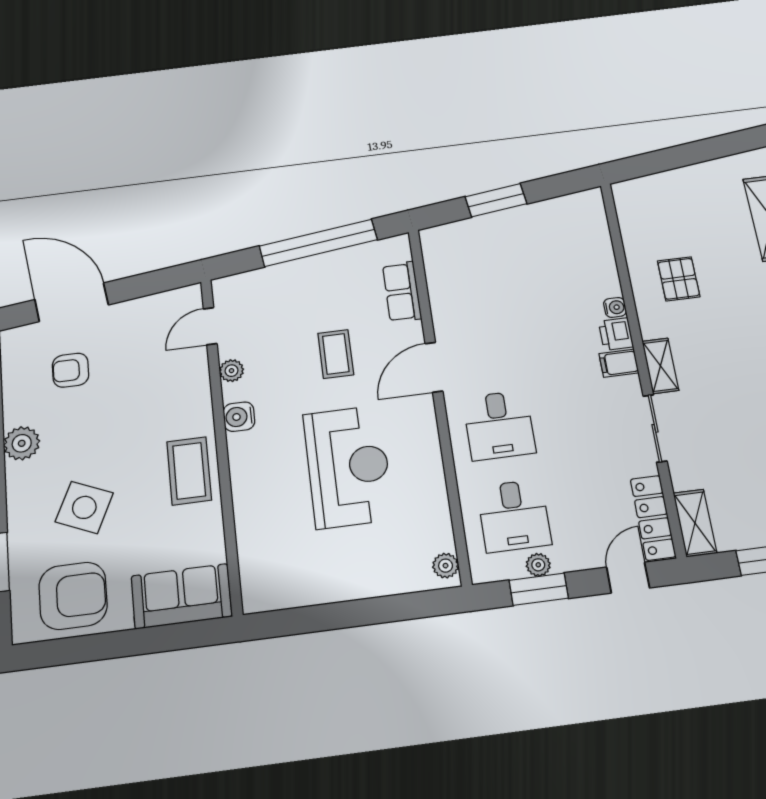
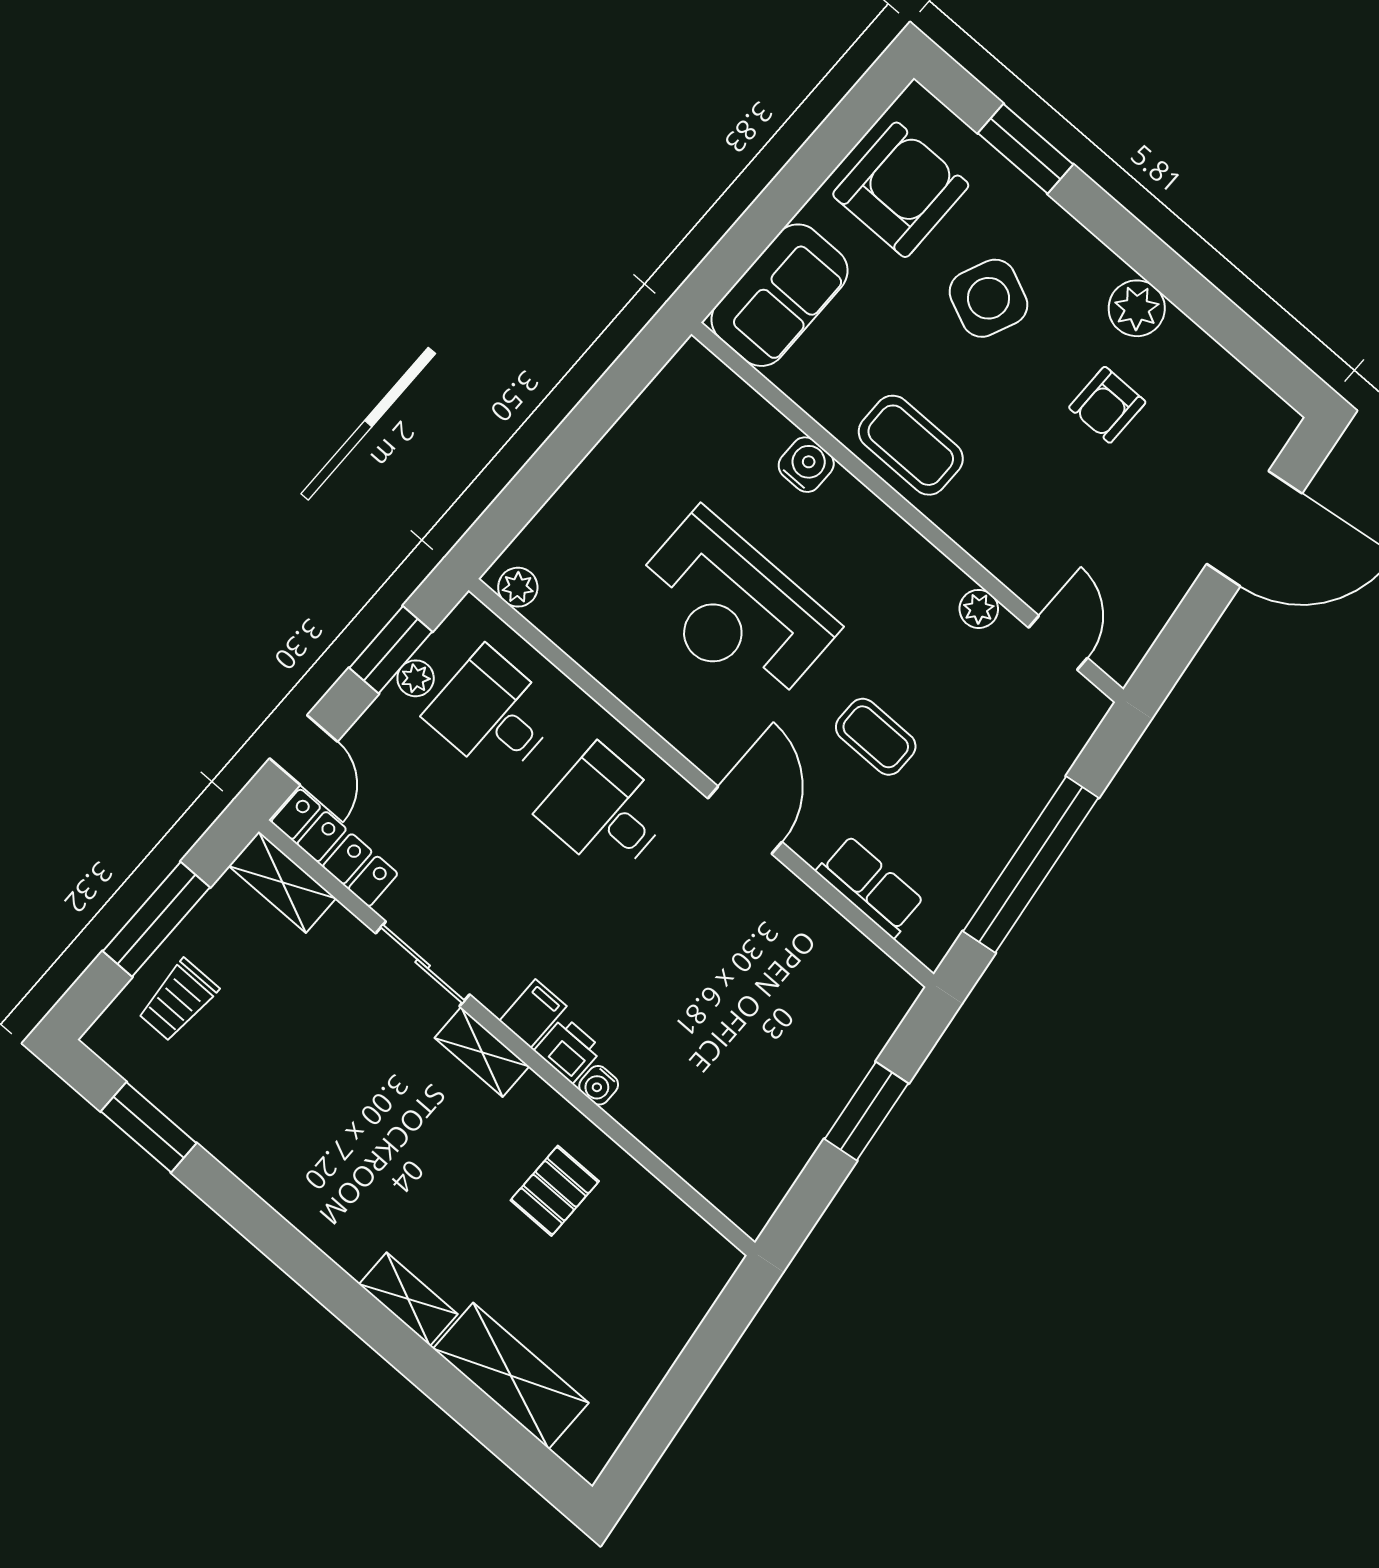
pallet: (679, 279) -> (555, 1191), turned 90
armchair: (71, 370) -> (1107, 405), moved, turned 180
water cooler: (239, 417) -> (806, 465), moved
armchair: (73, 596) -> (901, 190), turned 180

